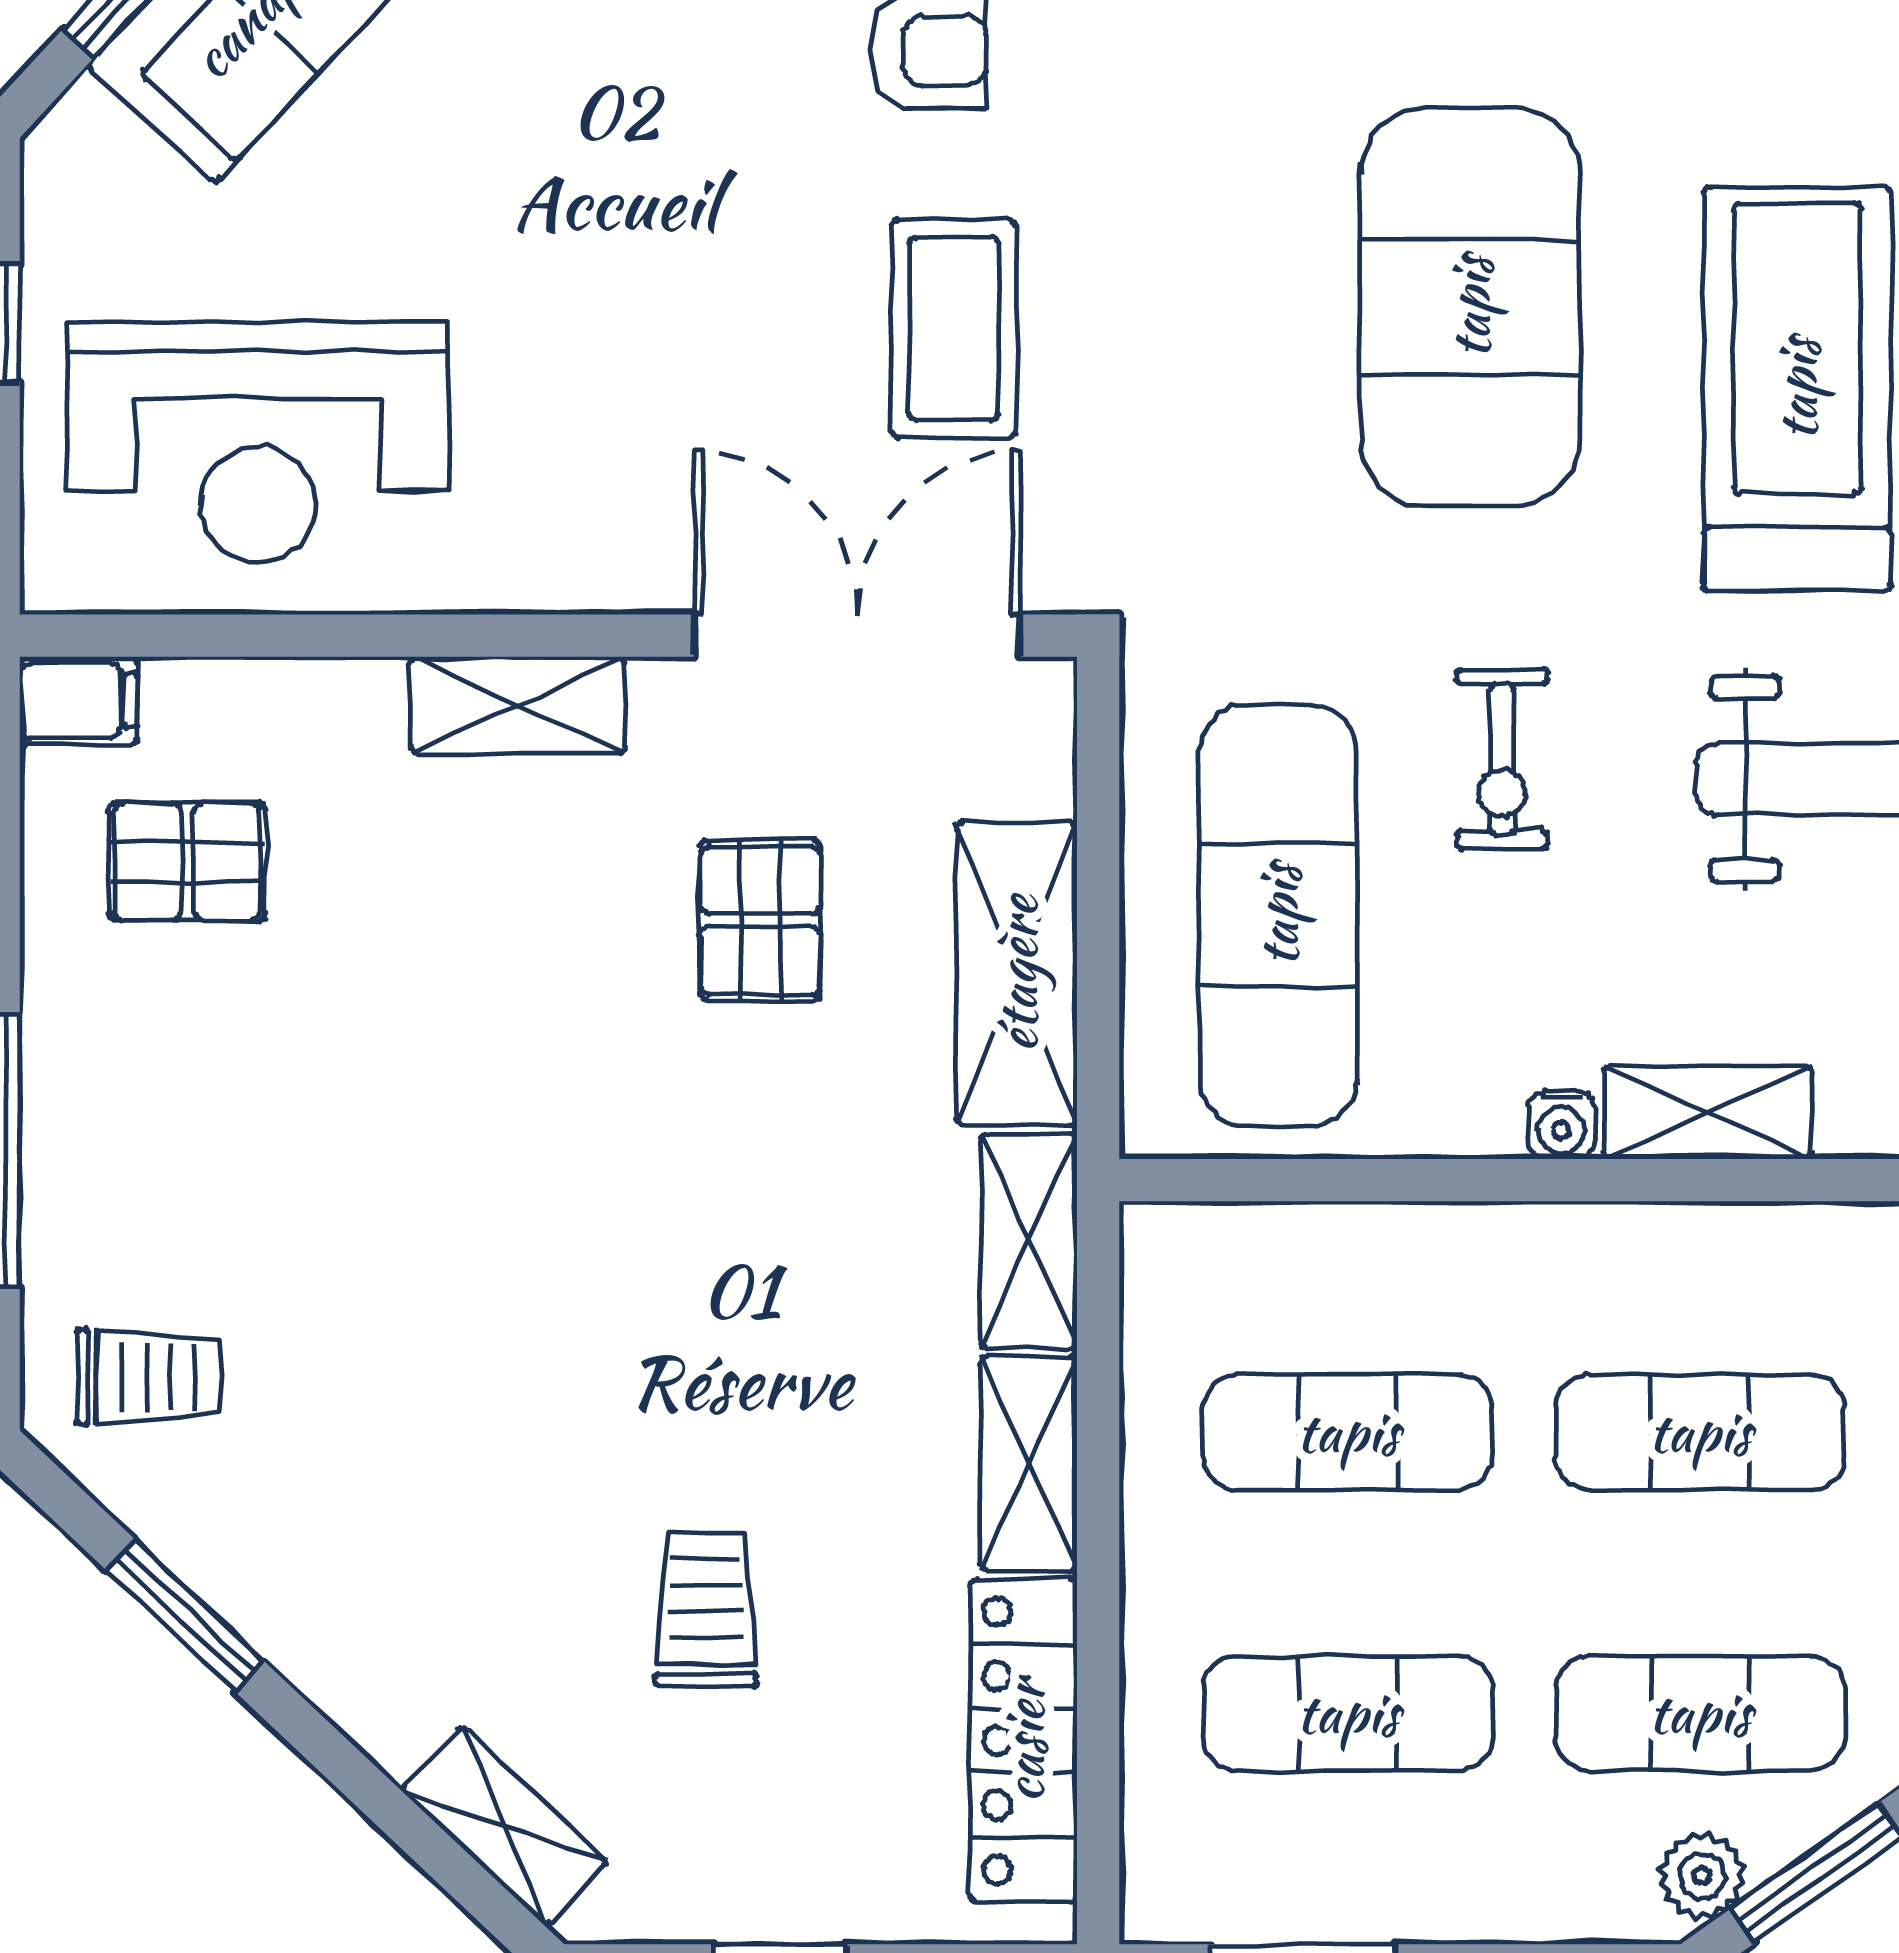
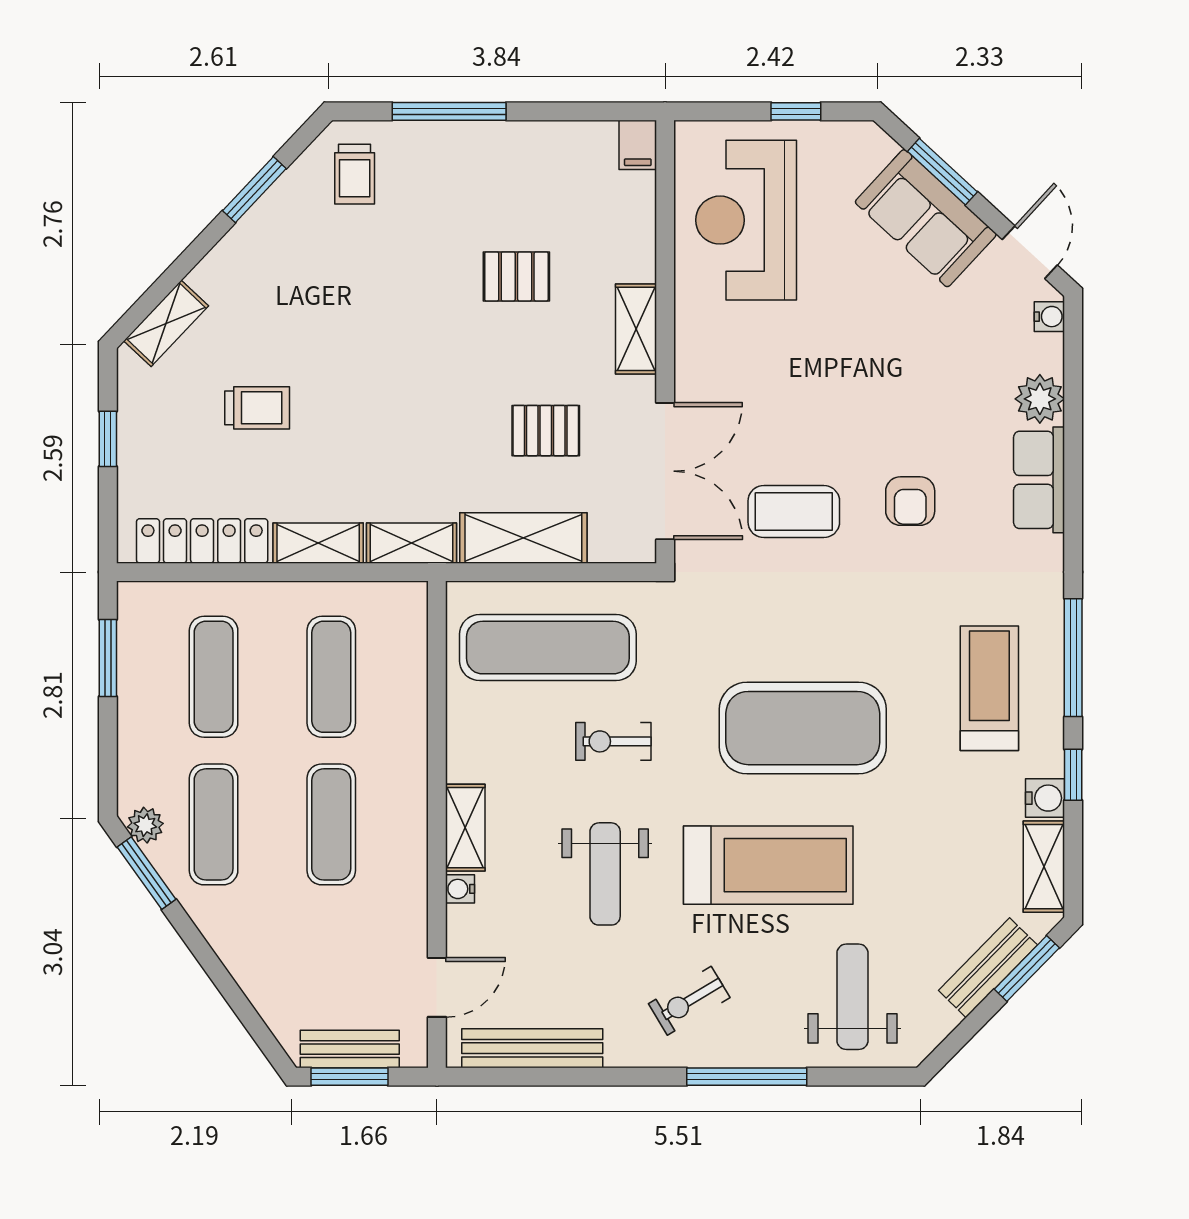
pallet: (187, 862) -> (516, 276), moved, turned 90
water cooler: (1561, 1125) -> (460, 889), moved

